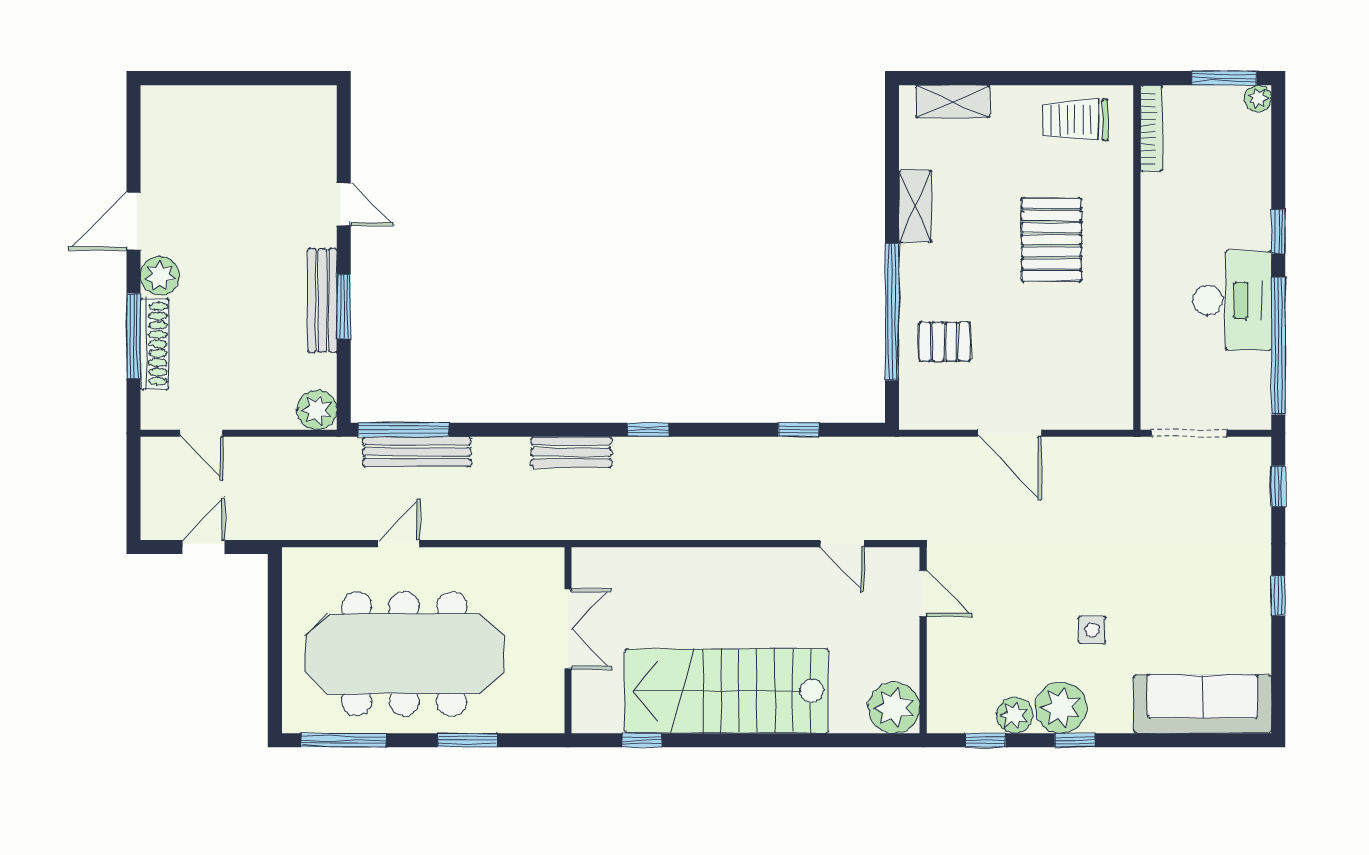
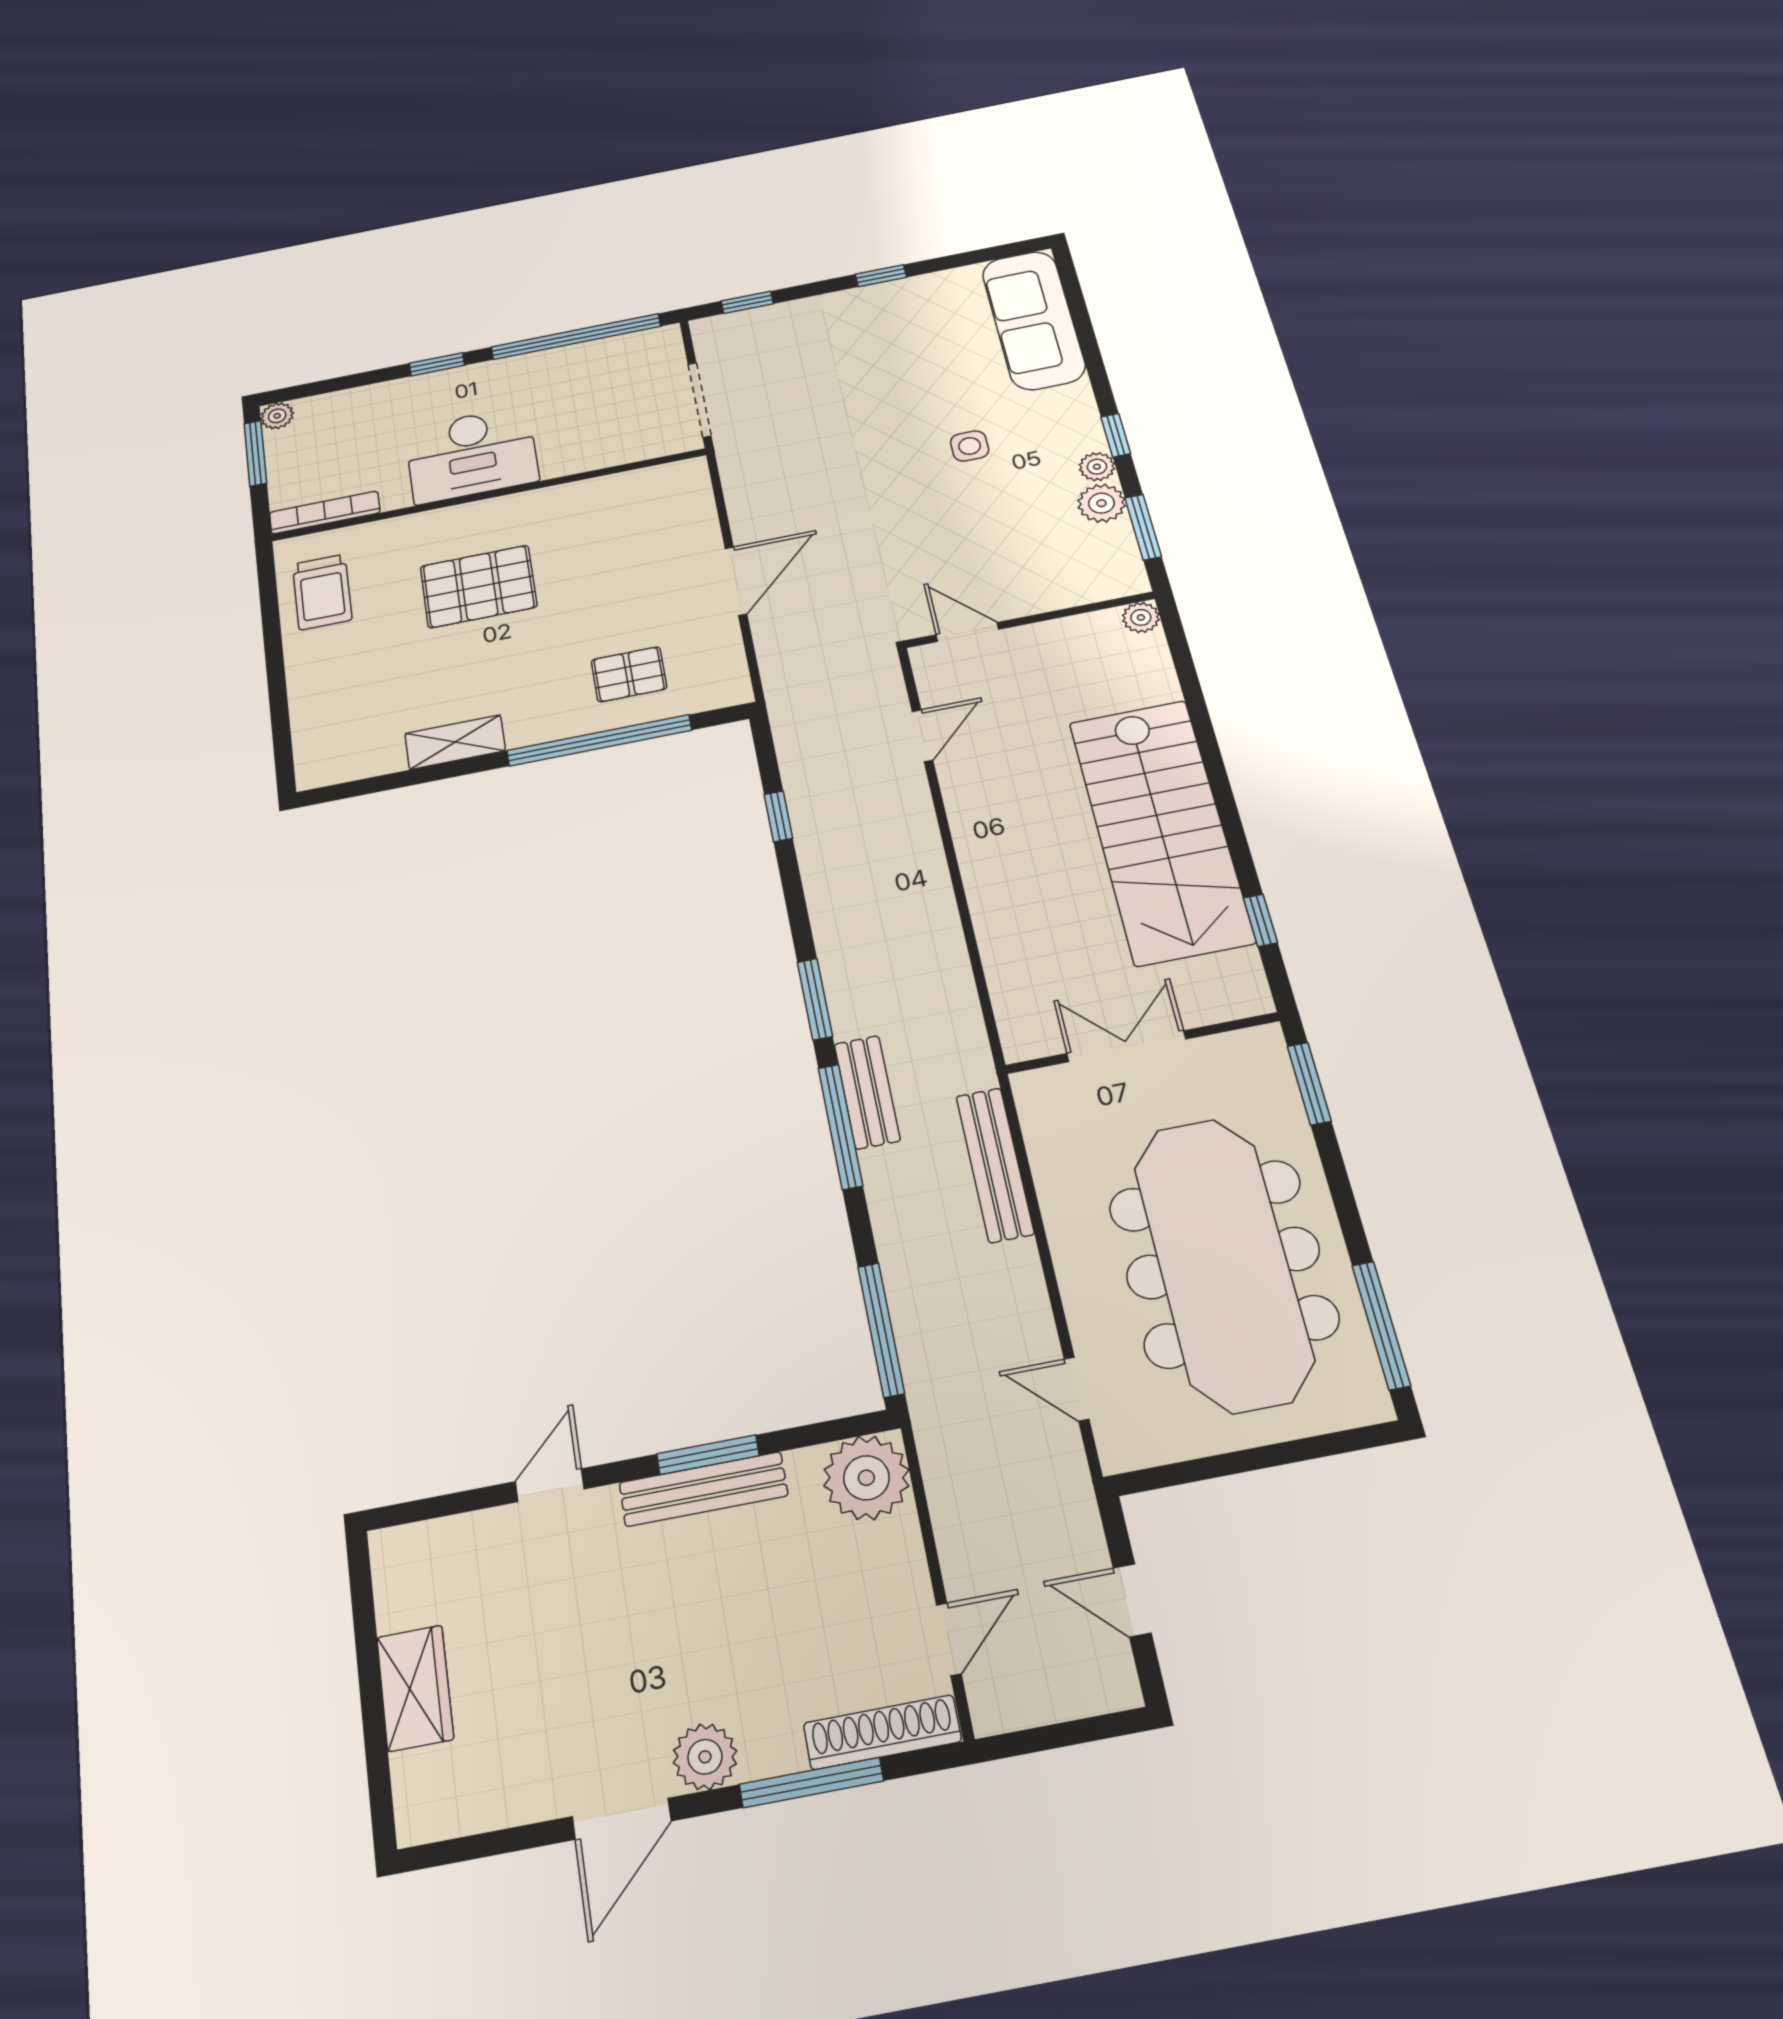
shelving: (953, 102) -> (312, 728), removed
wardrobe: (233, 106) -> (415, 1688), added
door: (134, 221) -> (622, 1819), hinge flipped
desk: (1232, 300) -> (472, 455), moved, turned 180
pallet: (945, 342) -> (629, 674), turned 90
shoe rack: (155, 344) -> (882, 1732), moved
plant: (317, 410) -> (866, 1478), width x1.36, depth x1.36
window: (550, 430) -> (840, 1127), added
window: (648, 430) -> (815, 999), width x1.50
bench: (417, 452) -> (995, 1165), moved
door: (399, 544) -> (1076, 1389), moved
door: (923, 593) -> (967, 632), hinge flipped
plant: (894, 708) -> (1141, 617), width x0.53, depth x0.53
plant: (1061, 708) -> (1097, 467), width x0.53, depth x0.53
window: (467, 740) -> (1309, 1084), moved
window: (985, 740) -> (1143, 527), width x1.50

